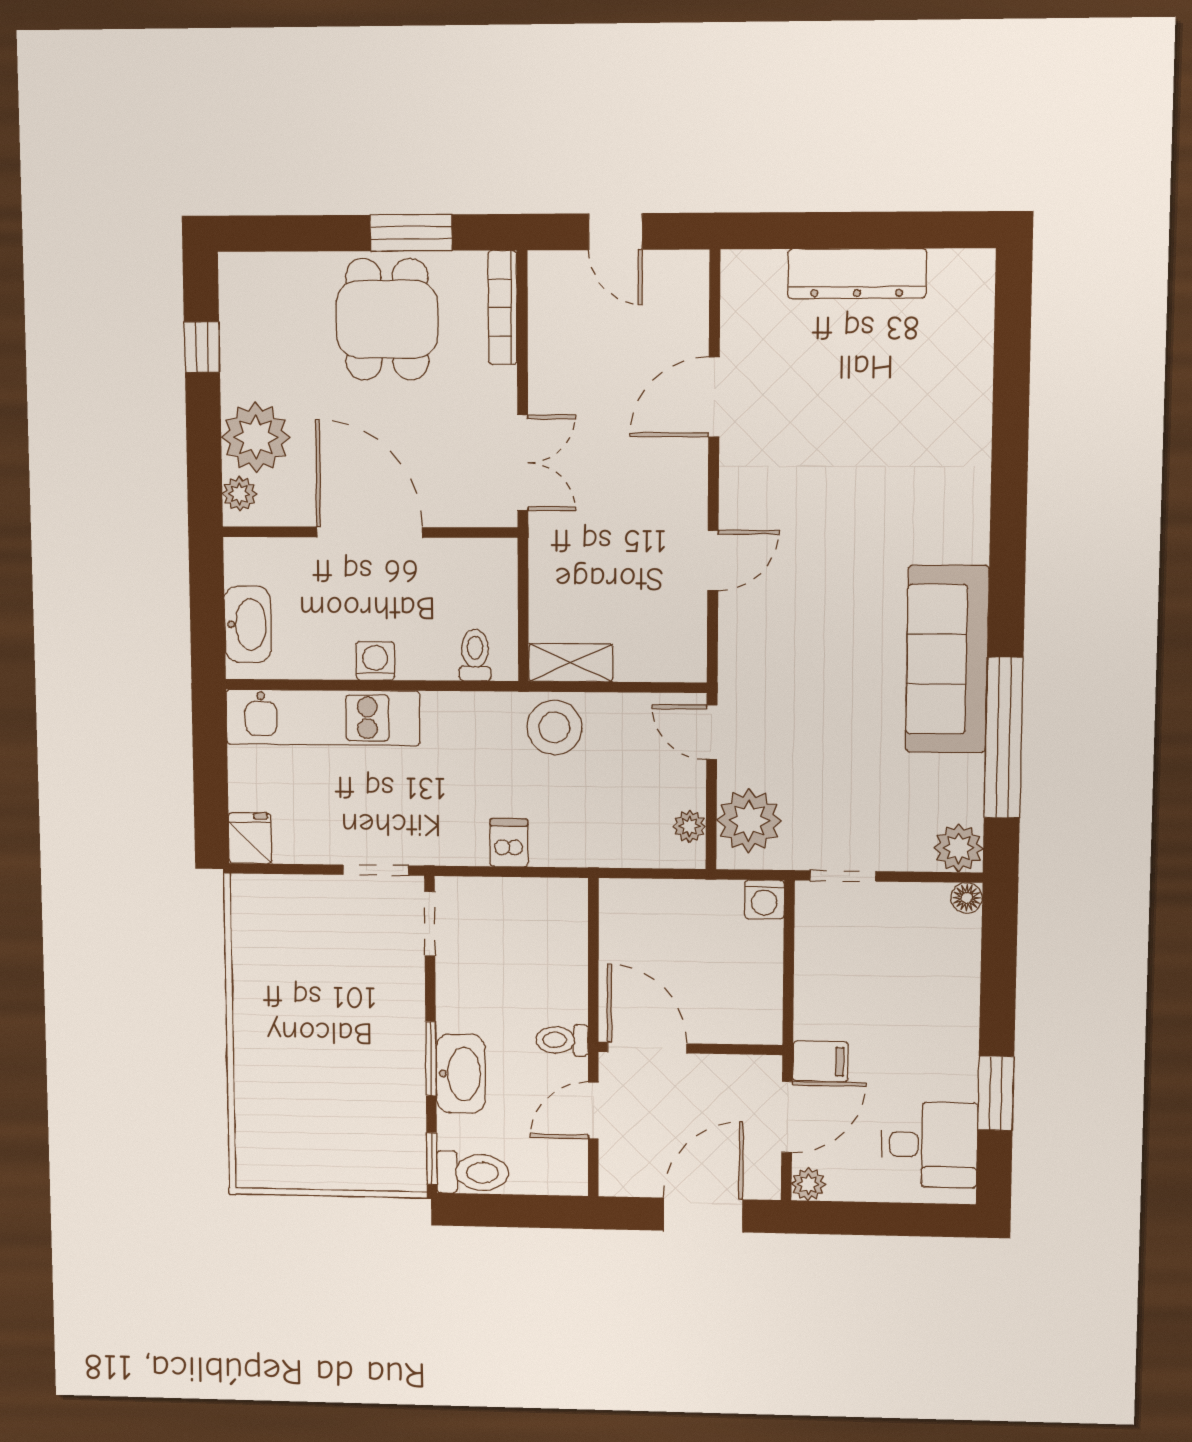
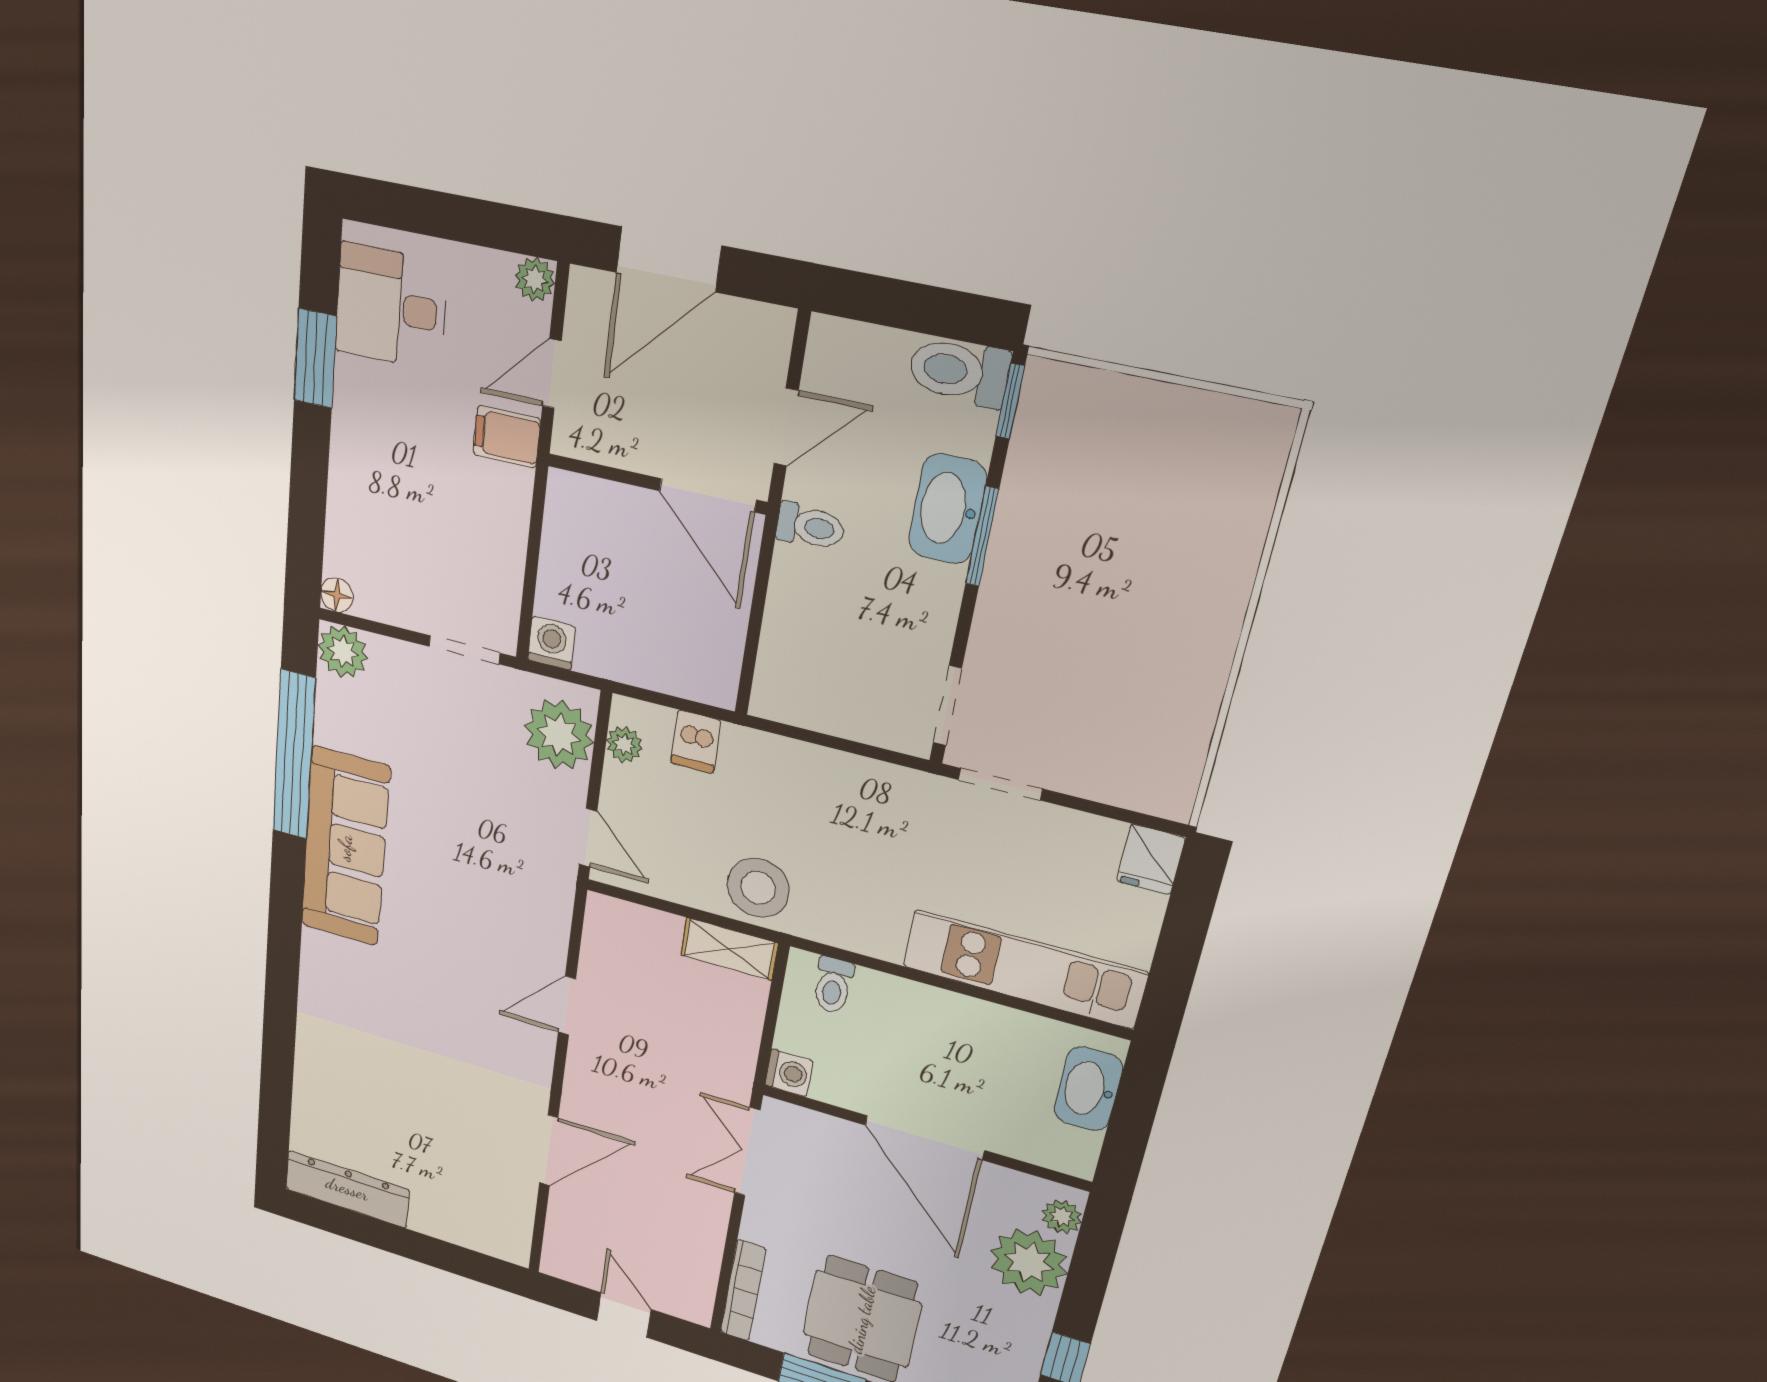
dresser: (857, 274) -> (347, 1189), moved
washing machine: (375, 661) -> (789, 1073), moved, turned -90
dishwasher: (509, 843) -> (696, 742), moved
door: (787, 1117) -> (552, 374), width x0.73

